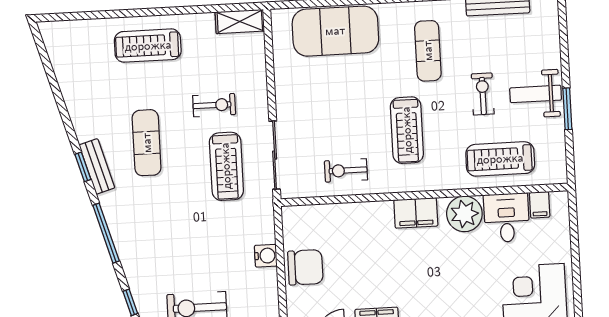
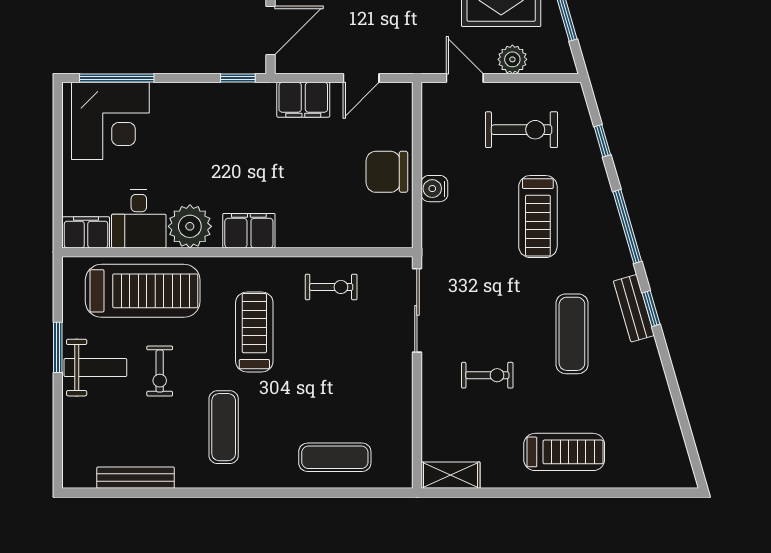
exercise mat: (335, 31) -> (335, 457), width x0.50, depth x0.69
exercise bike: (214, 105) -> (487, 375), turned 180
treadmill: (500, 159) -> (143, 291), width x1.37, depth x1.38
treadmill: (226, 166) -> (538, 217), moved, turned 180
filing cabinet: (540, 205) -> (86, 232), width x2.00

